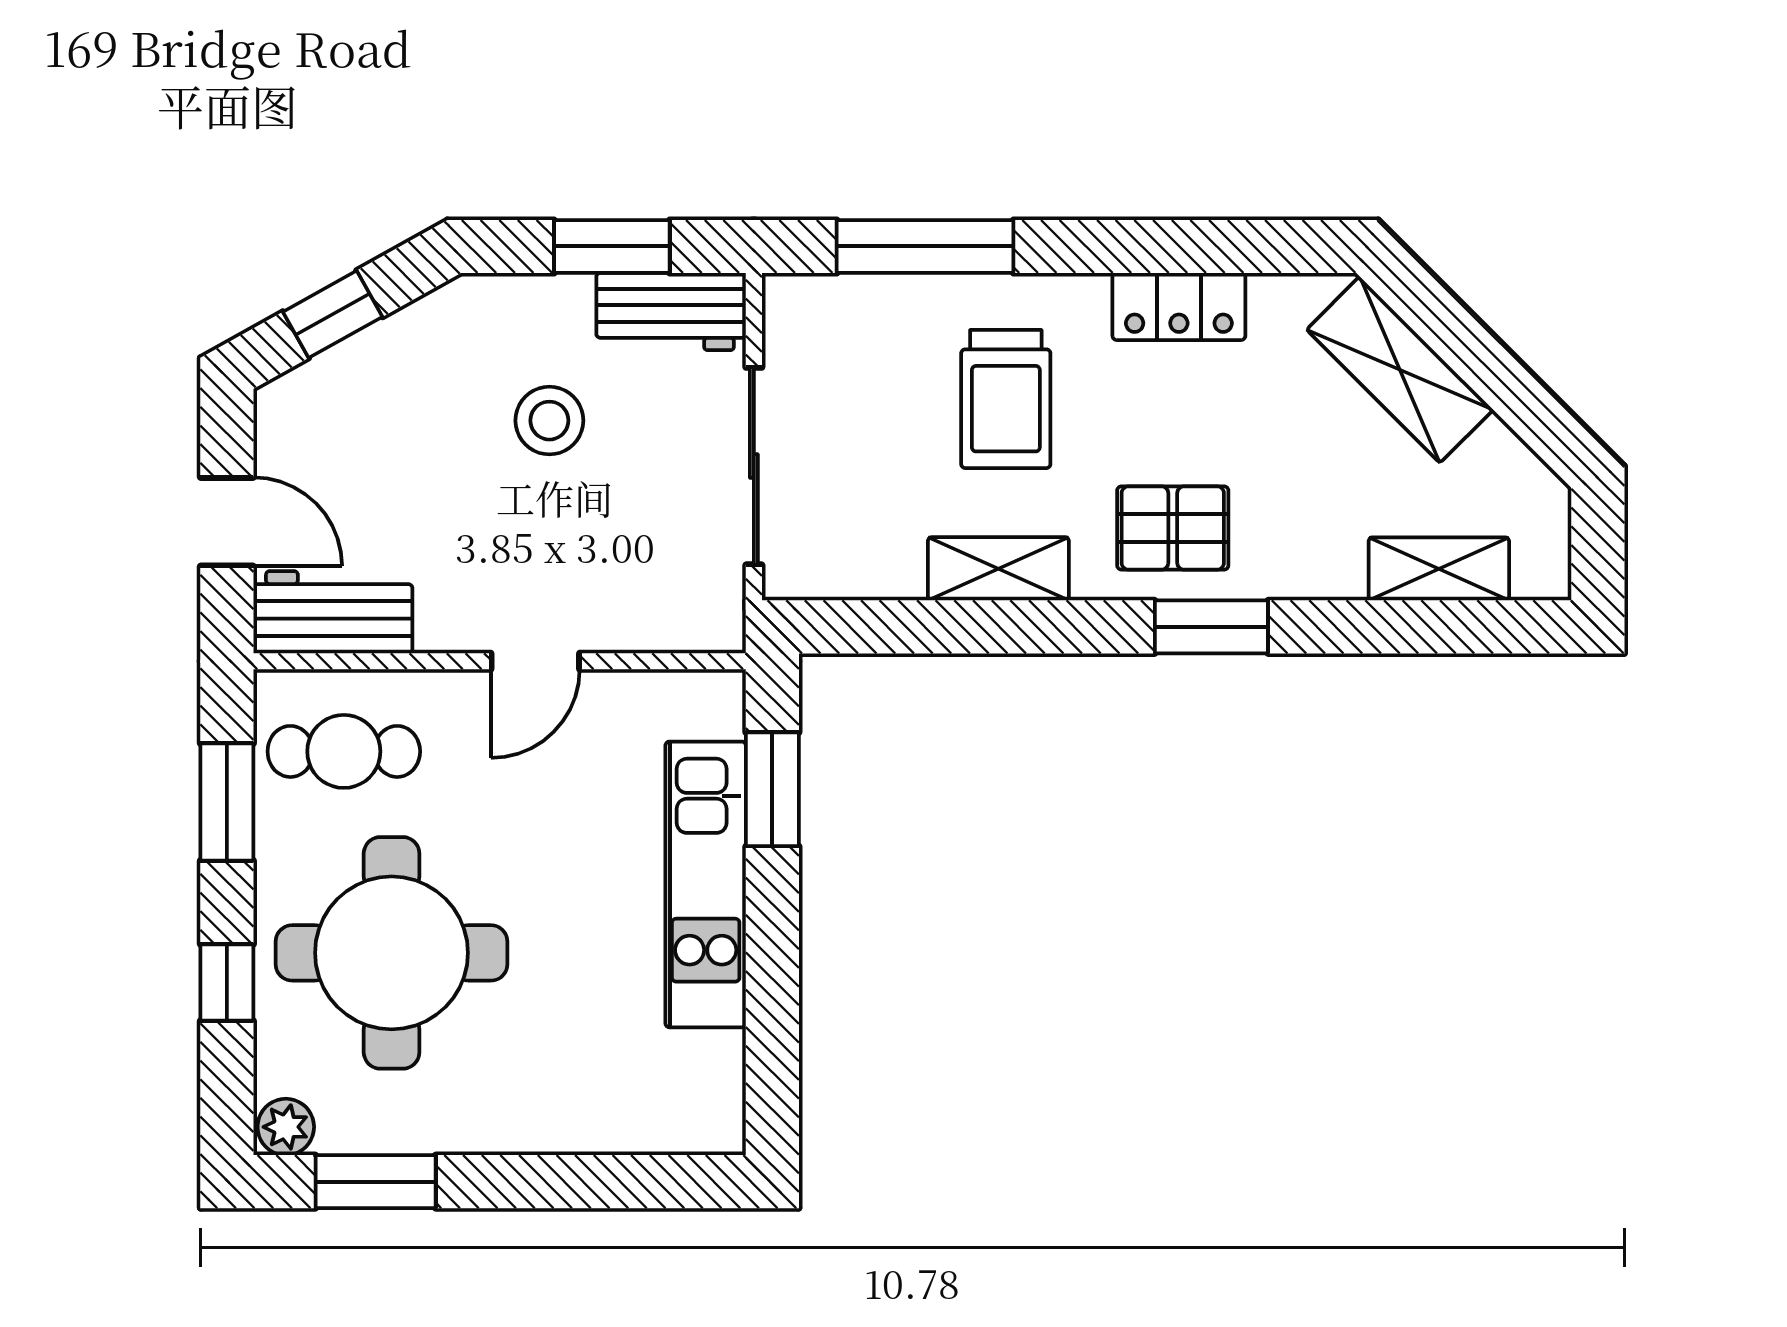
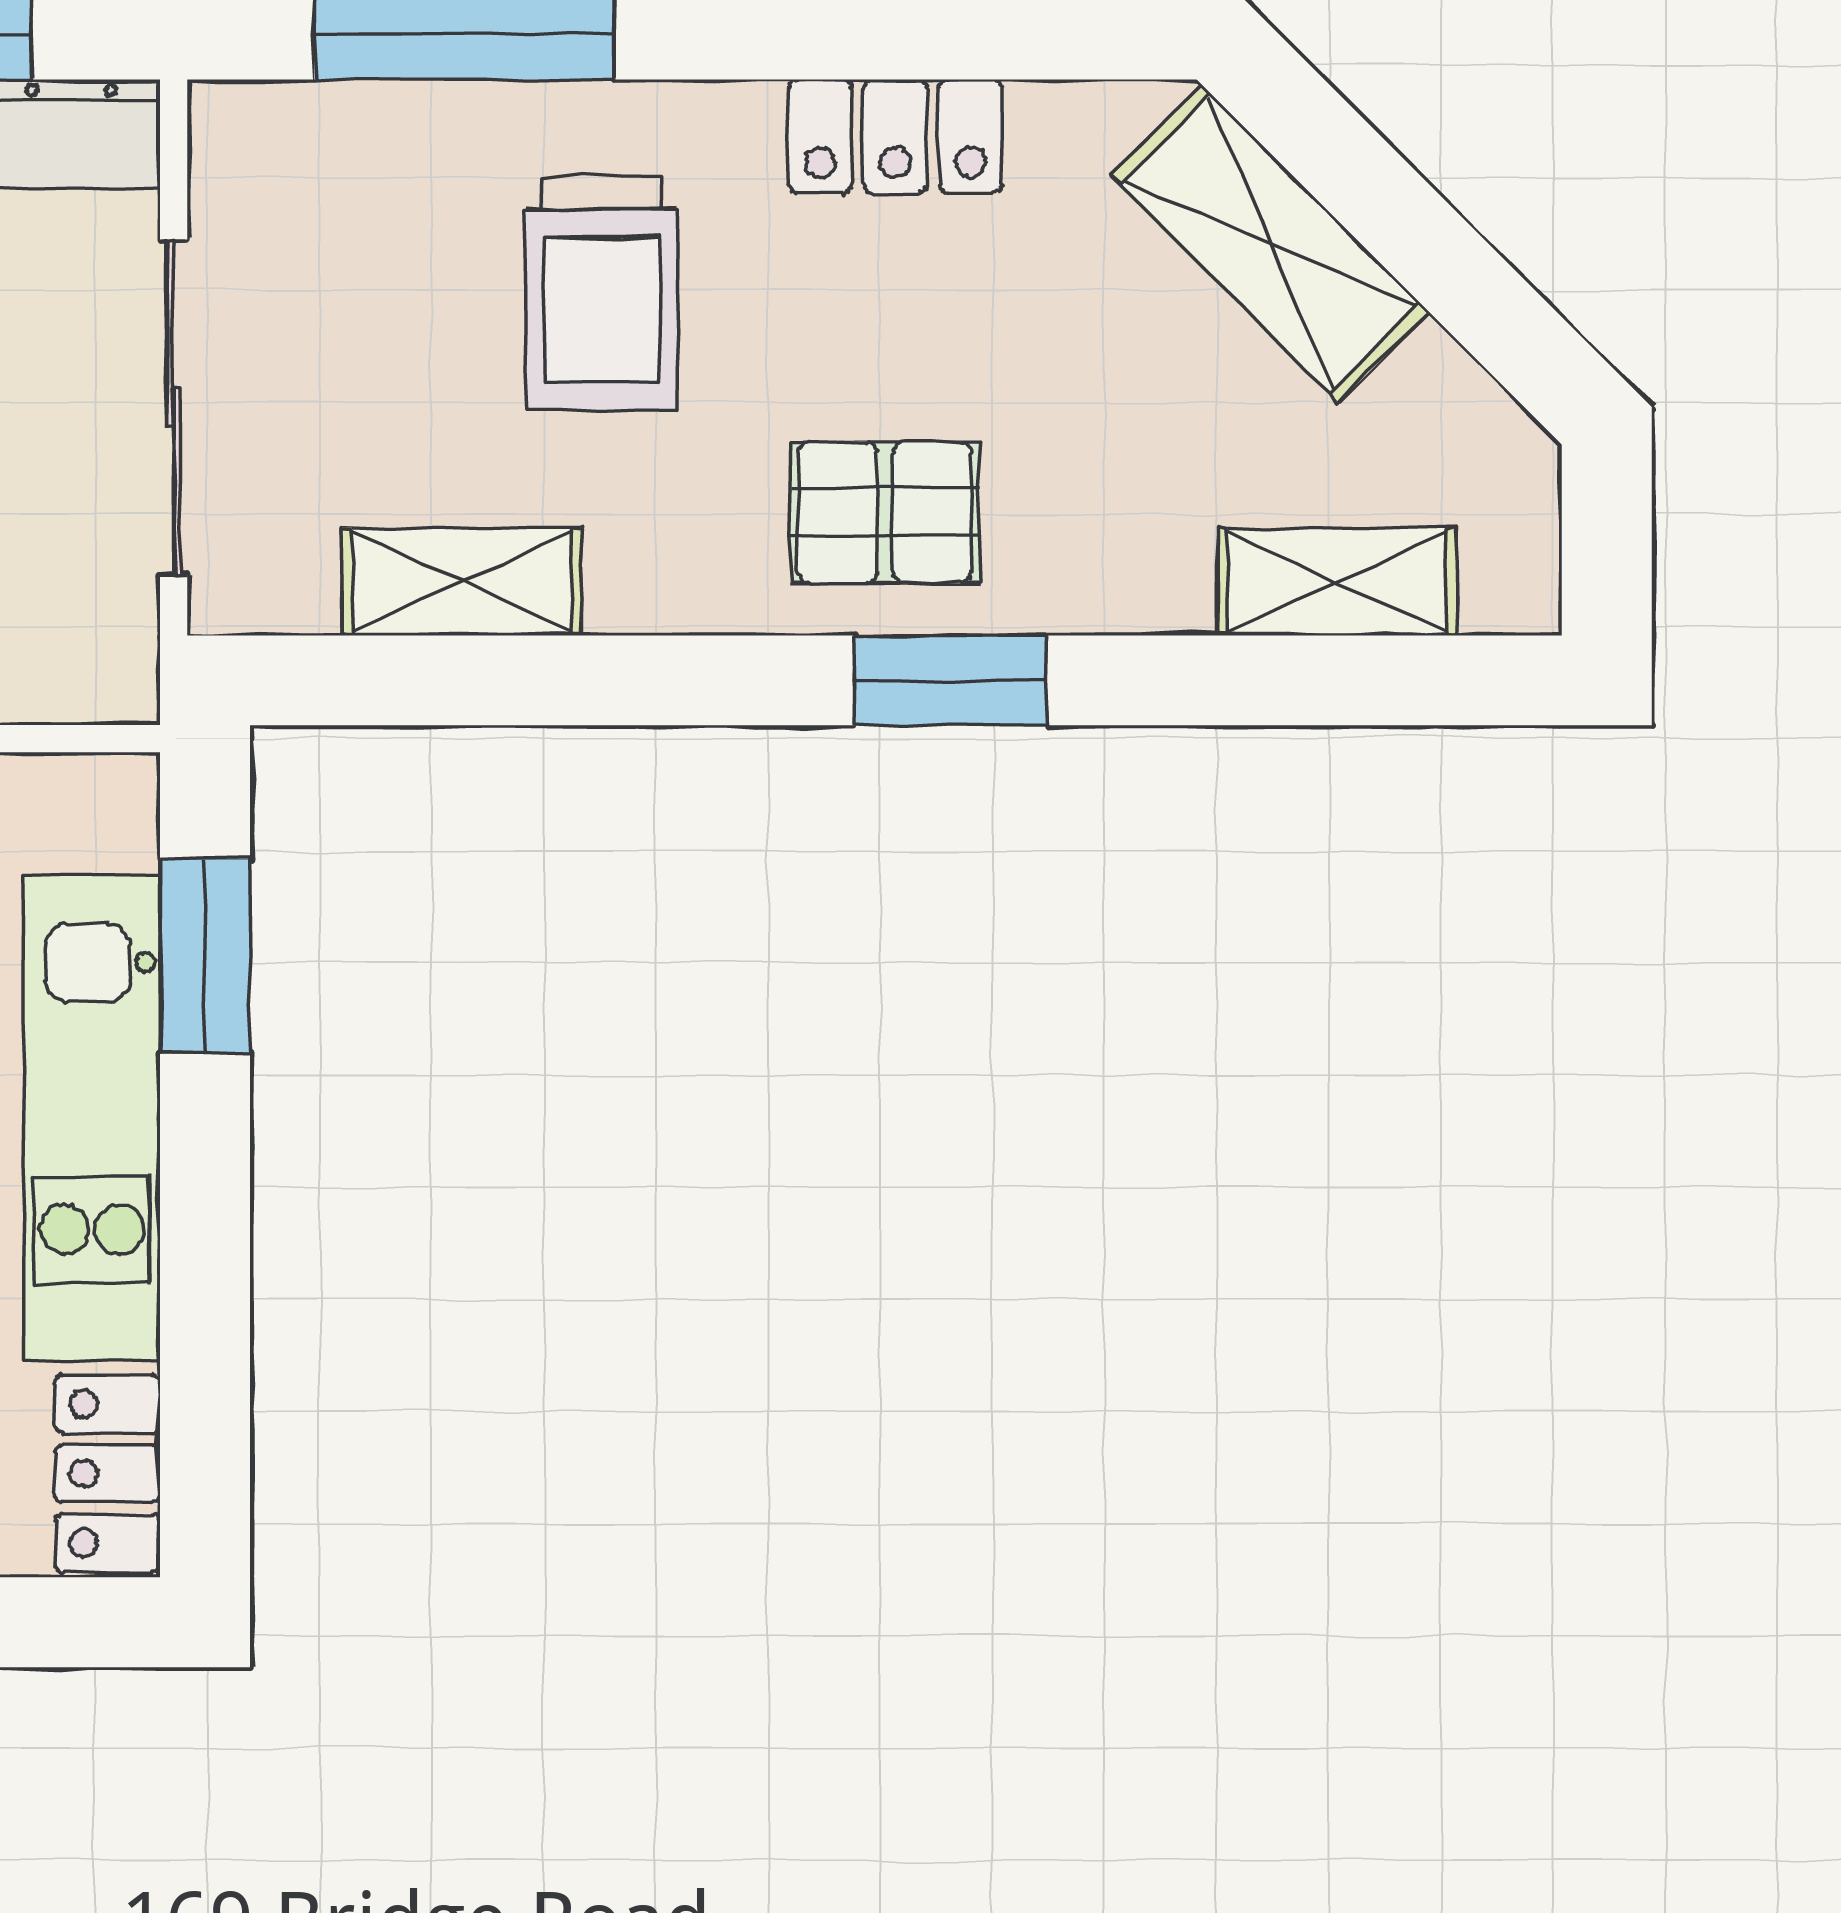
shelving: (998, 569) -> (462, 582), moved
locker: (715, 1094) -> (108, 1473), added

